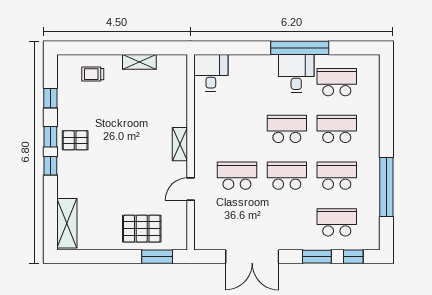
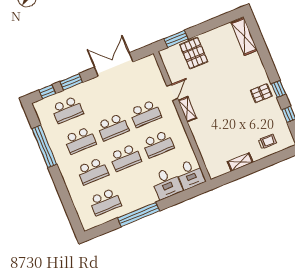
desk: (296, 73) -> (166, 183), moved
school desk: (237, 129) -> (158, 144), added
shelving: (180, 144) -> (187, 109), moved
window: (50, 166) -> (271, 70), removed
pallet: (142, 229) -> (194, 53), turned 90

